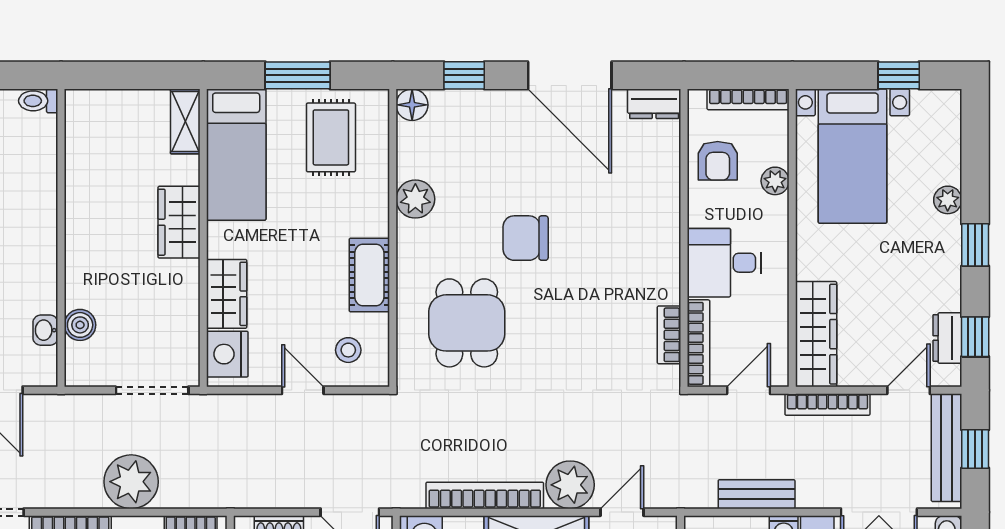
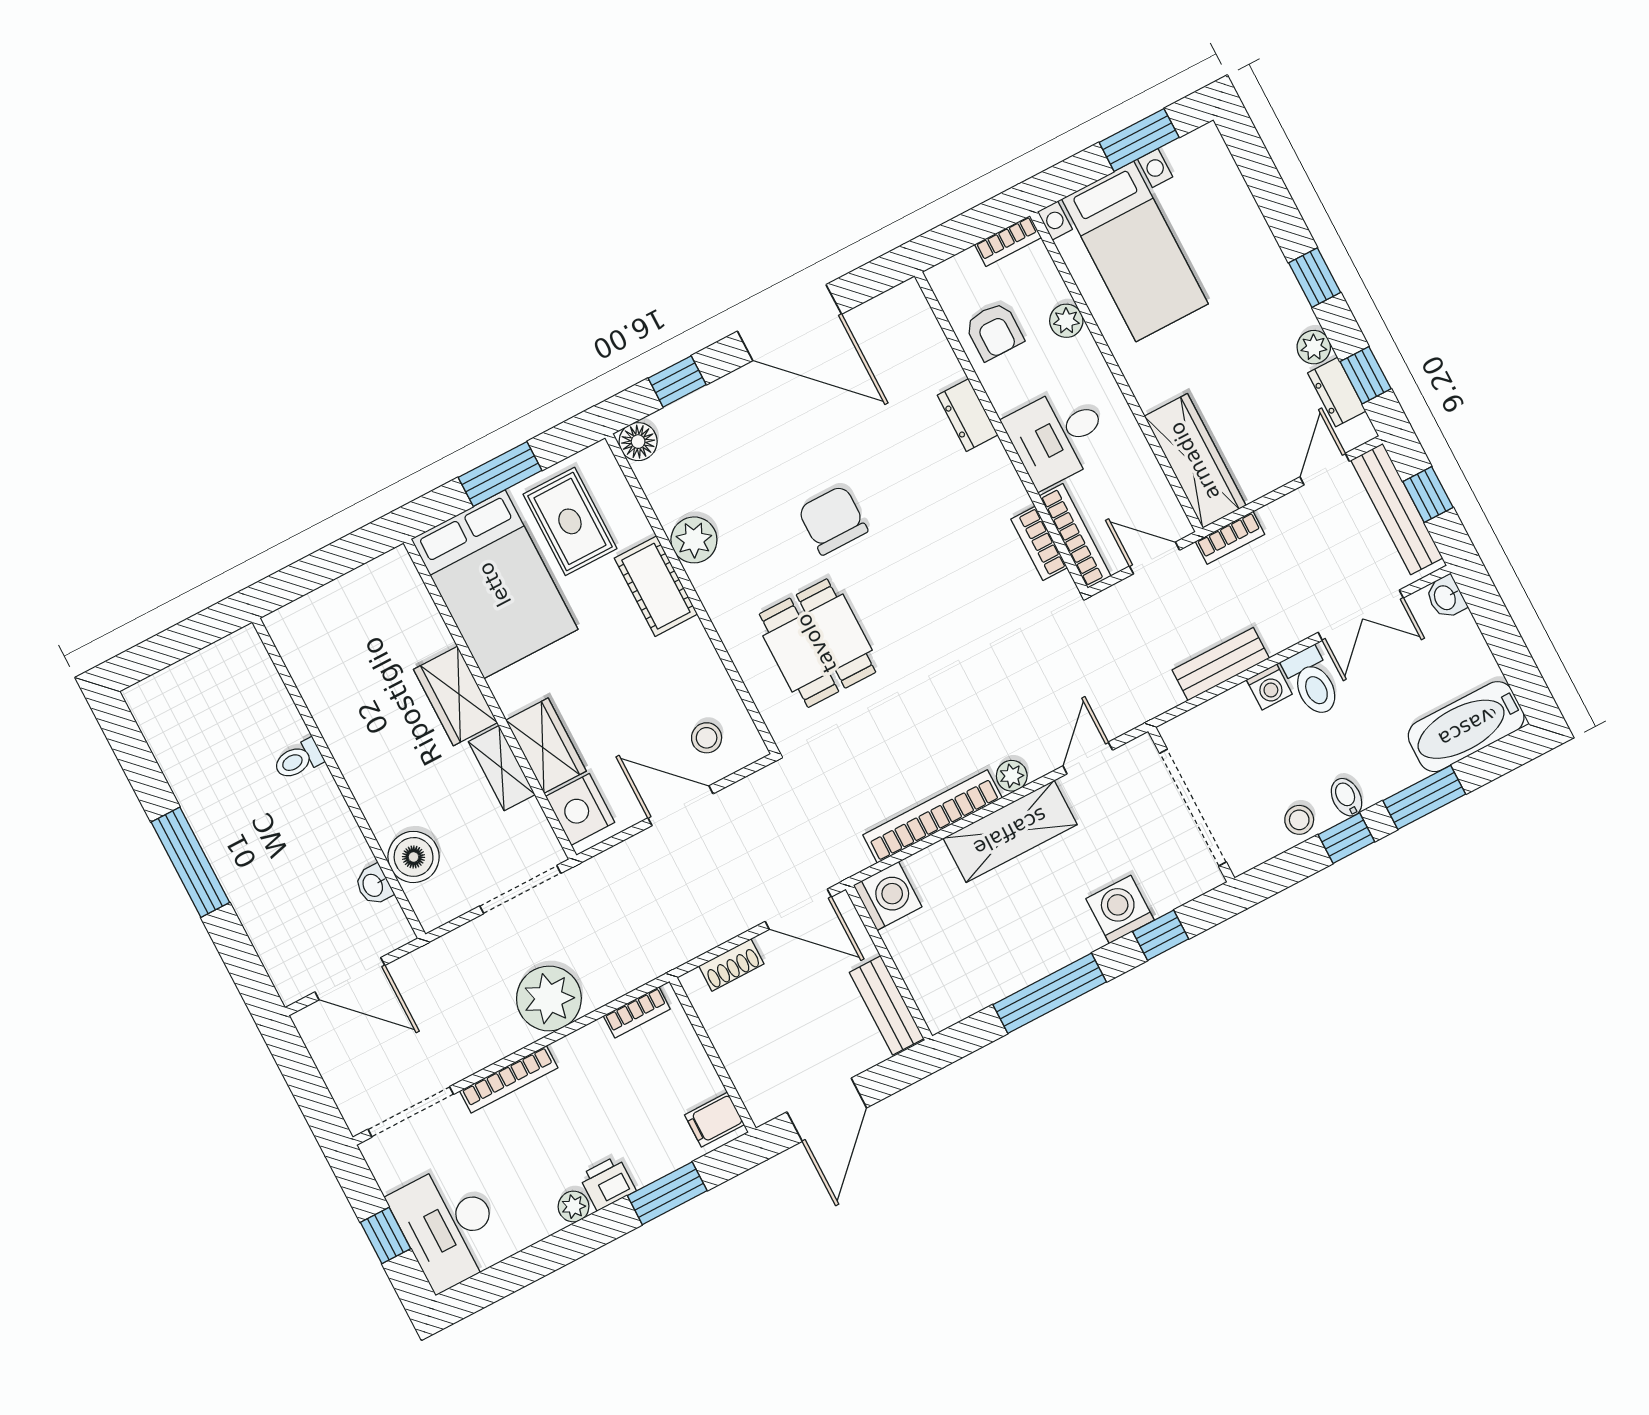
window: (899, 75) -> (1139, 140), width x1.50
bookcase: (748, 99) -> (1008, 241), width x0.64
toilet: (38, 101) -> (298, 760), moved
dresser: (654, 104) -> (968, 415), moved, turned 90
shelving: (185, 121) -> (502, 768), moved
bed: (236, 155) -> (495, 584), width x1.50
plant: (948, 200) -> (1314, 347), moved
chair: (526, 238) -> (833, 520), turned 90
cot: (369, 275) -> (656, 586), moved
boiler: (80, 325) -> (414, 857), width x1.36, depth x1.36
door: (303, 390) -> (681, 806), width x1.37
door: (749, 390) -> (1154, 558), hinge flipped
bookcase: (827, 404) -> (1230, 538), width x0.64
plant: (570, 485) -> (1012, 776), width x0.53, depth x0.53

